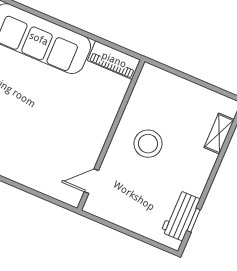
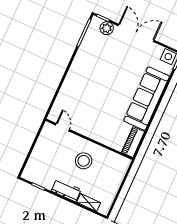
workbench: (181, 215) -> (66, 190), moved

